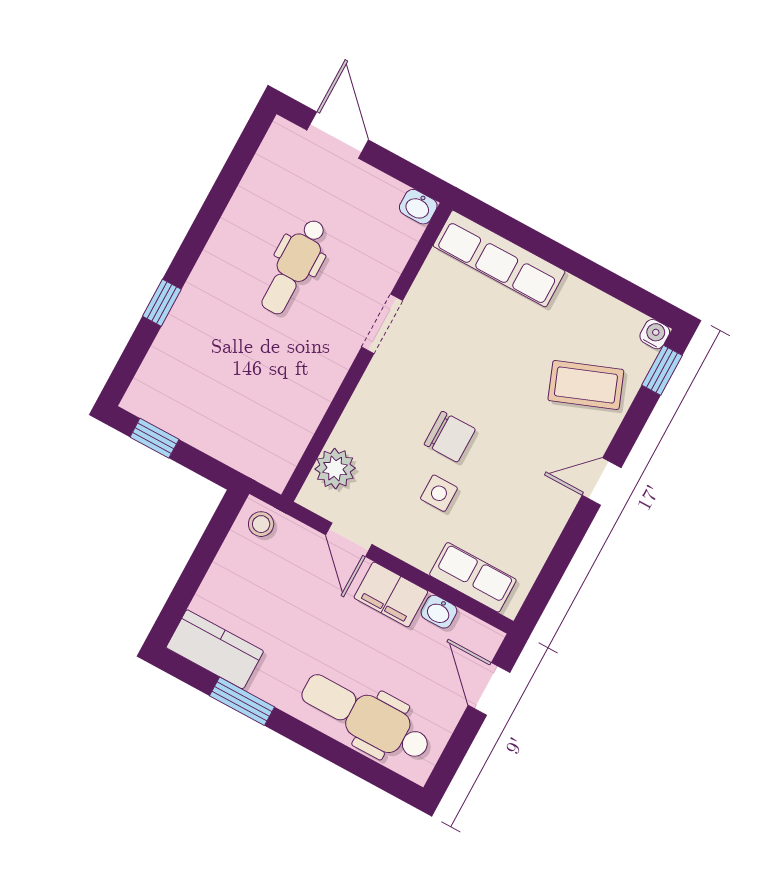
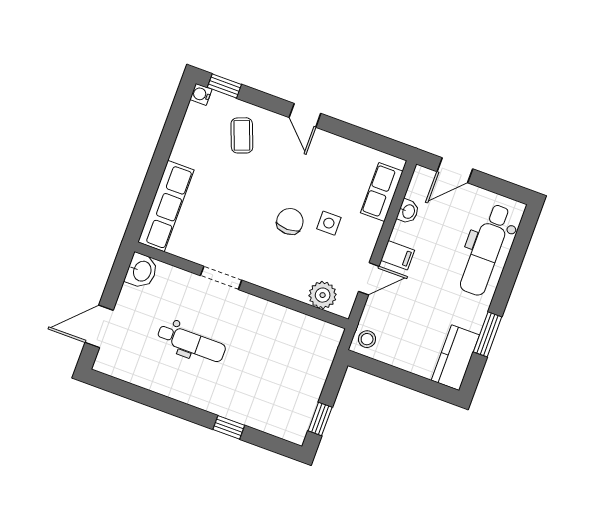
washbasin: (418, 207) -> (142, 271), width x1.38, depth x1.45
coffee table: (586, 385) -> (242, 135), width x0.73, depth x0.77
filing cabinet: (391, 594) -> (398, 255), width x0.50

